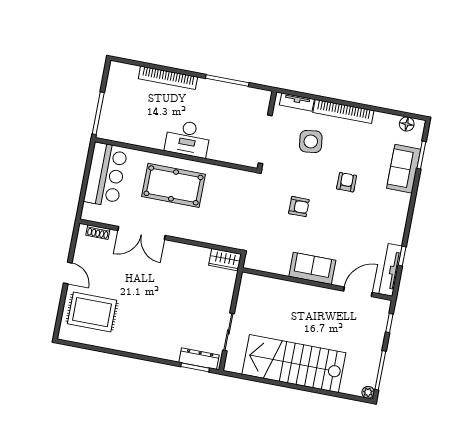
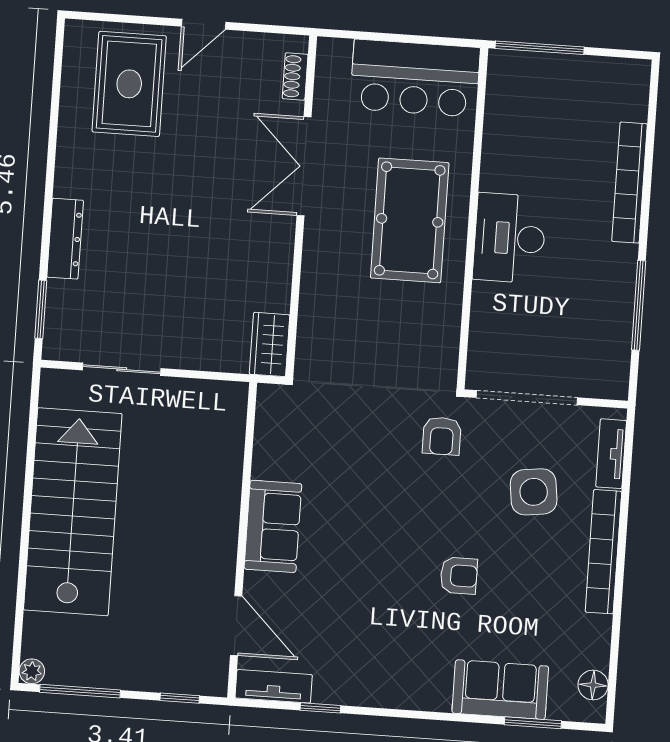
armchair: (299, 207) -> (442, 436), moved
tv unit: (390, 270) -> (274, 686), width x0.71
dresser: (199, 359) -> (65, 239), moved

